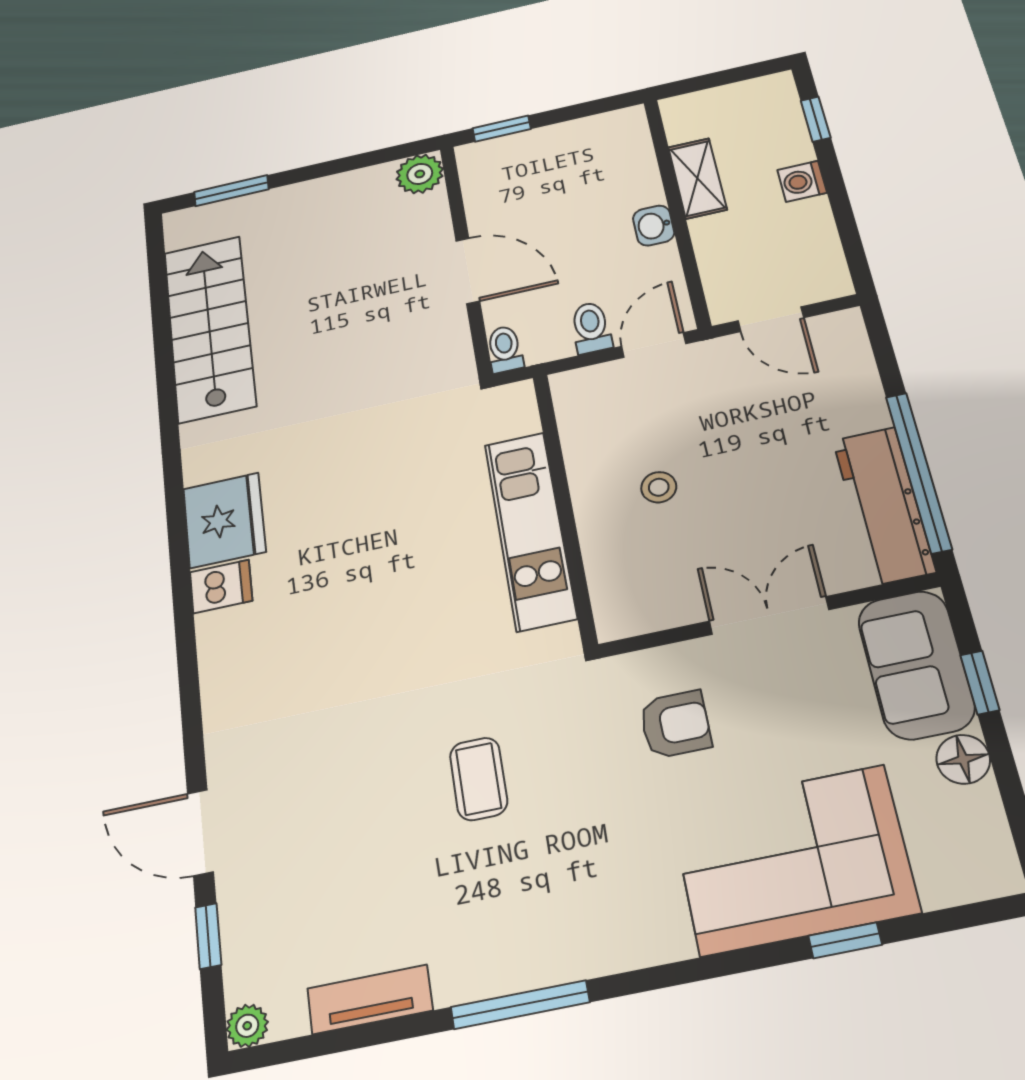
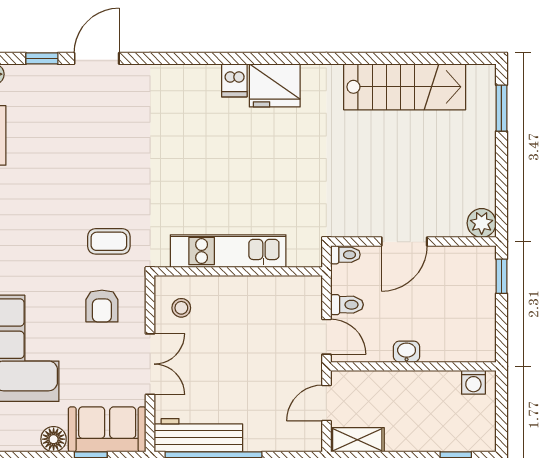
shelving: (697, 178) -> (357, 440), moved
washing machine: (802, 181) -> (473, 382), moved, turned 180
stool: (659, 487) -> (181, 308), moved
coffee table: (479, 779) -> (109, 241), moved

